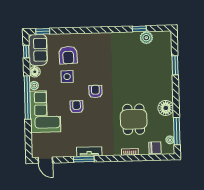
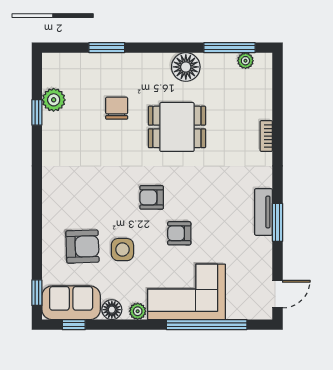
window: (27, 98) -> (207, 325), moved
dining table: (134, 119) -> (177, 127), moved
chair: (155, 148) -> (117, 108), moved

